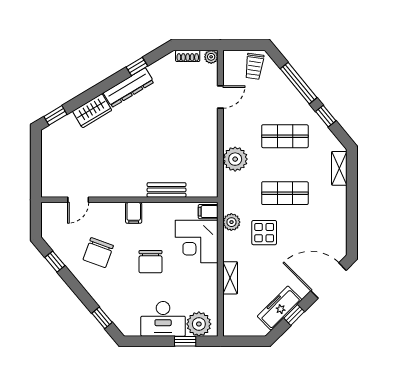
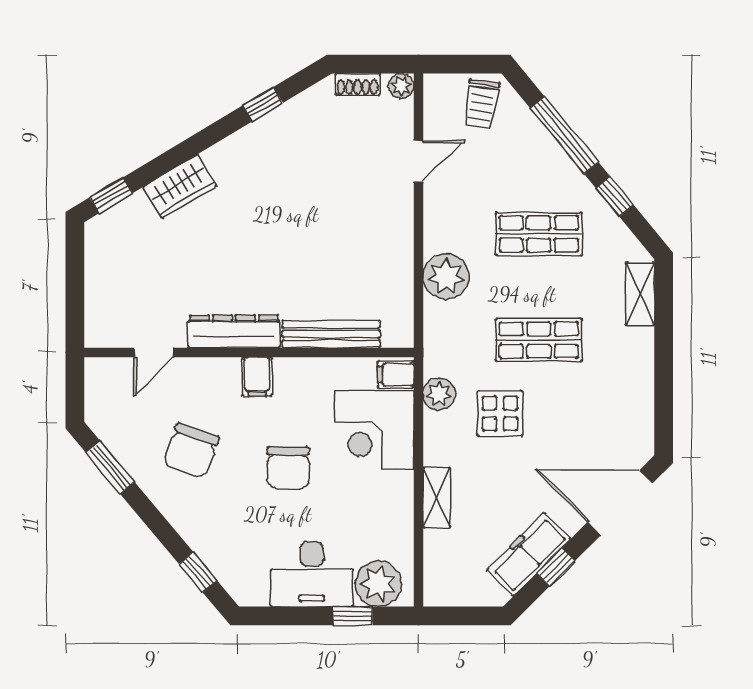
dresser: (129, 87) -> (234, 331), moved, turned -149
bench: (167, 190) -> (331, 334), width x1.36
window: (55, 262) -> (110, 467), width x1.50

